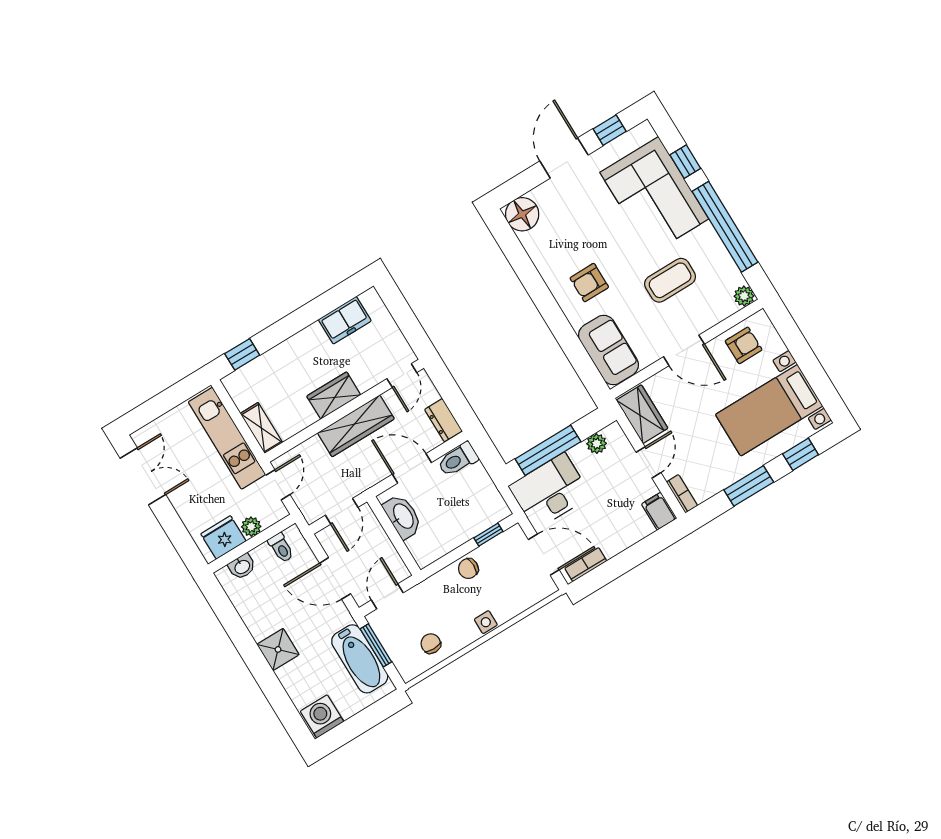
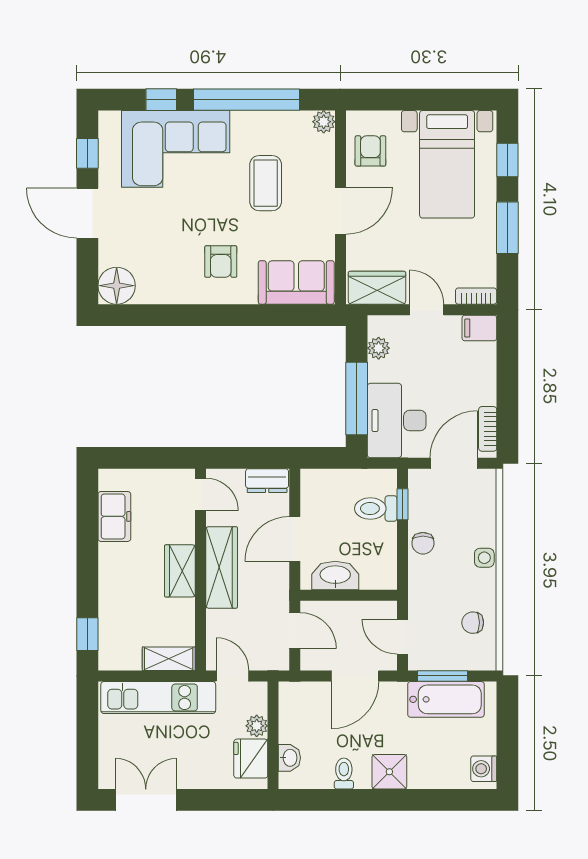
toilet: (458, 459) -> (376, 509), moved, turned 90
toilet: (281, 548) -> (344, 773), moved, turned -90
washing machine: (322, 716) -> (484, 769), width x0.73, depth x0.73

